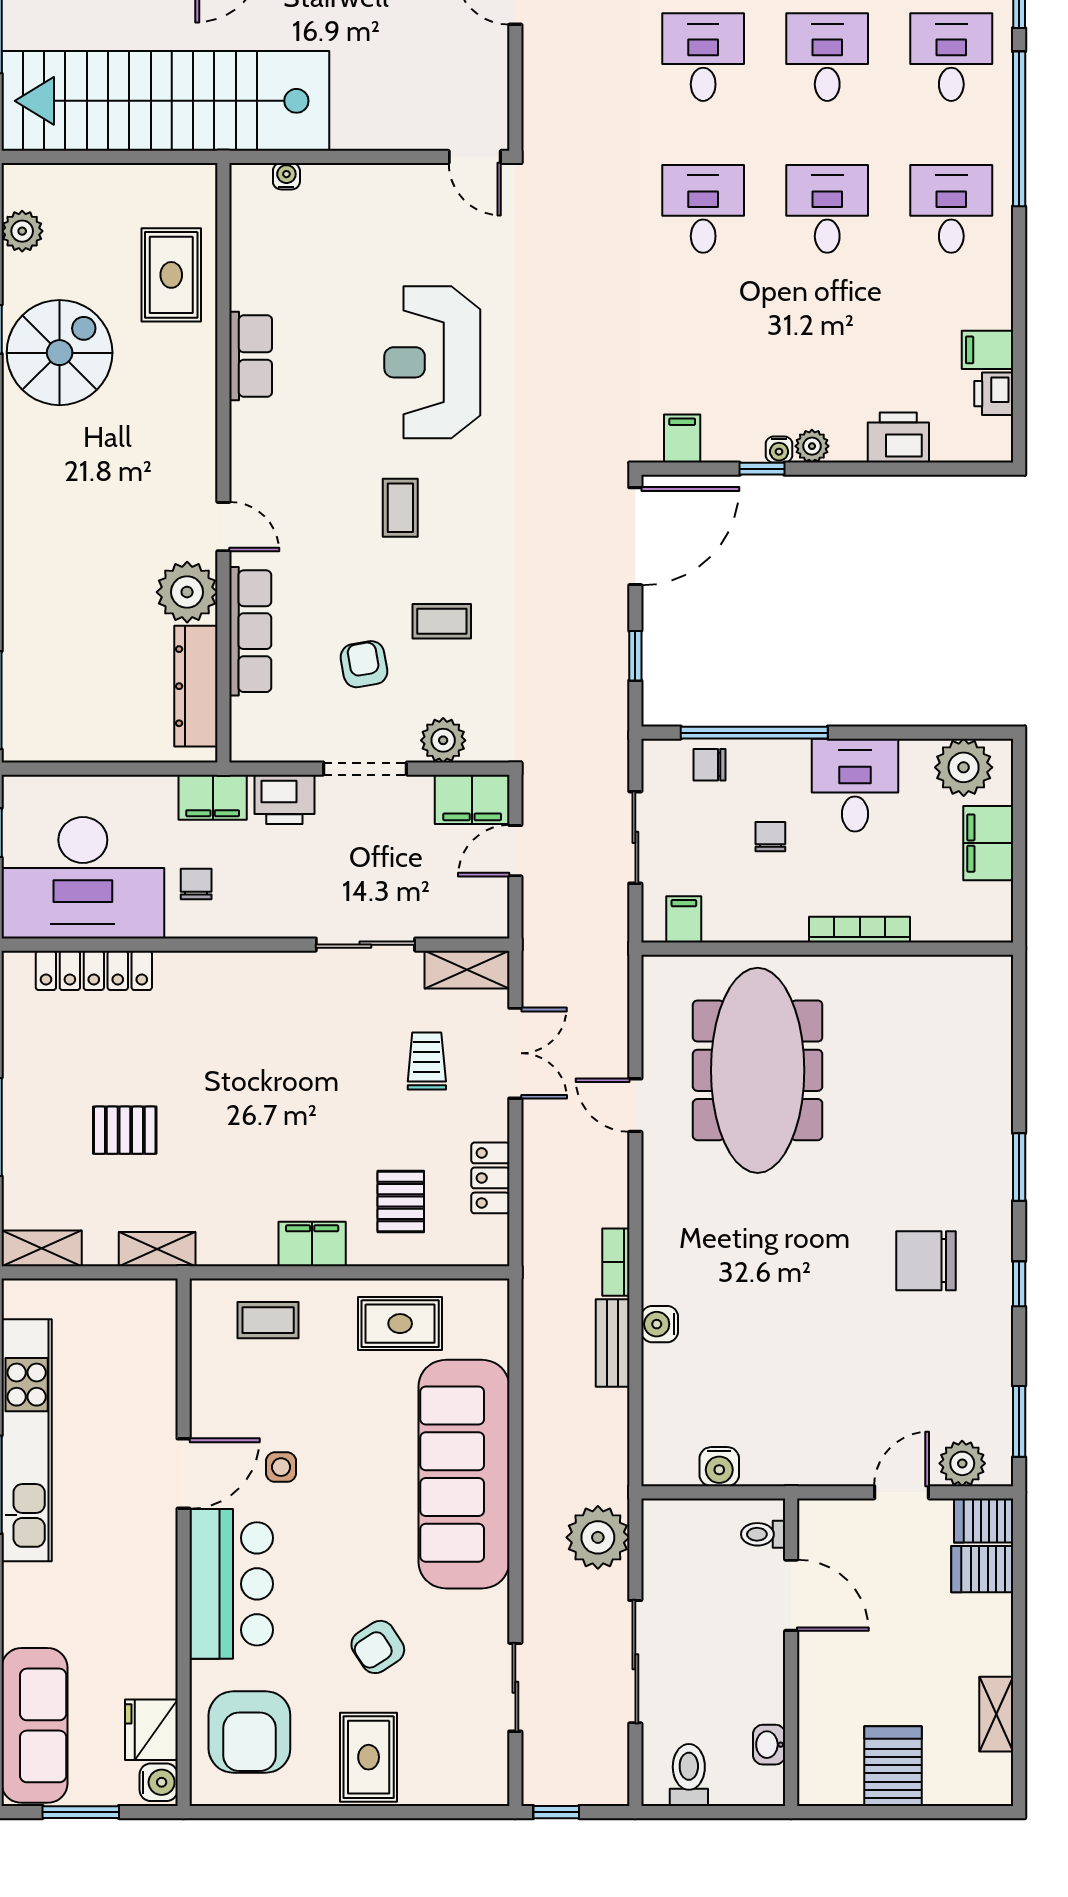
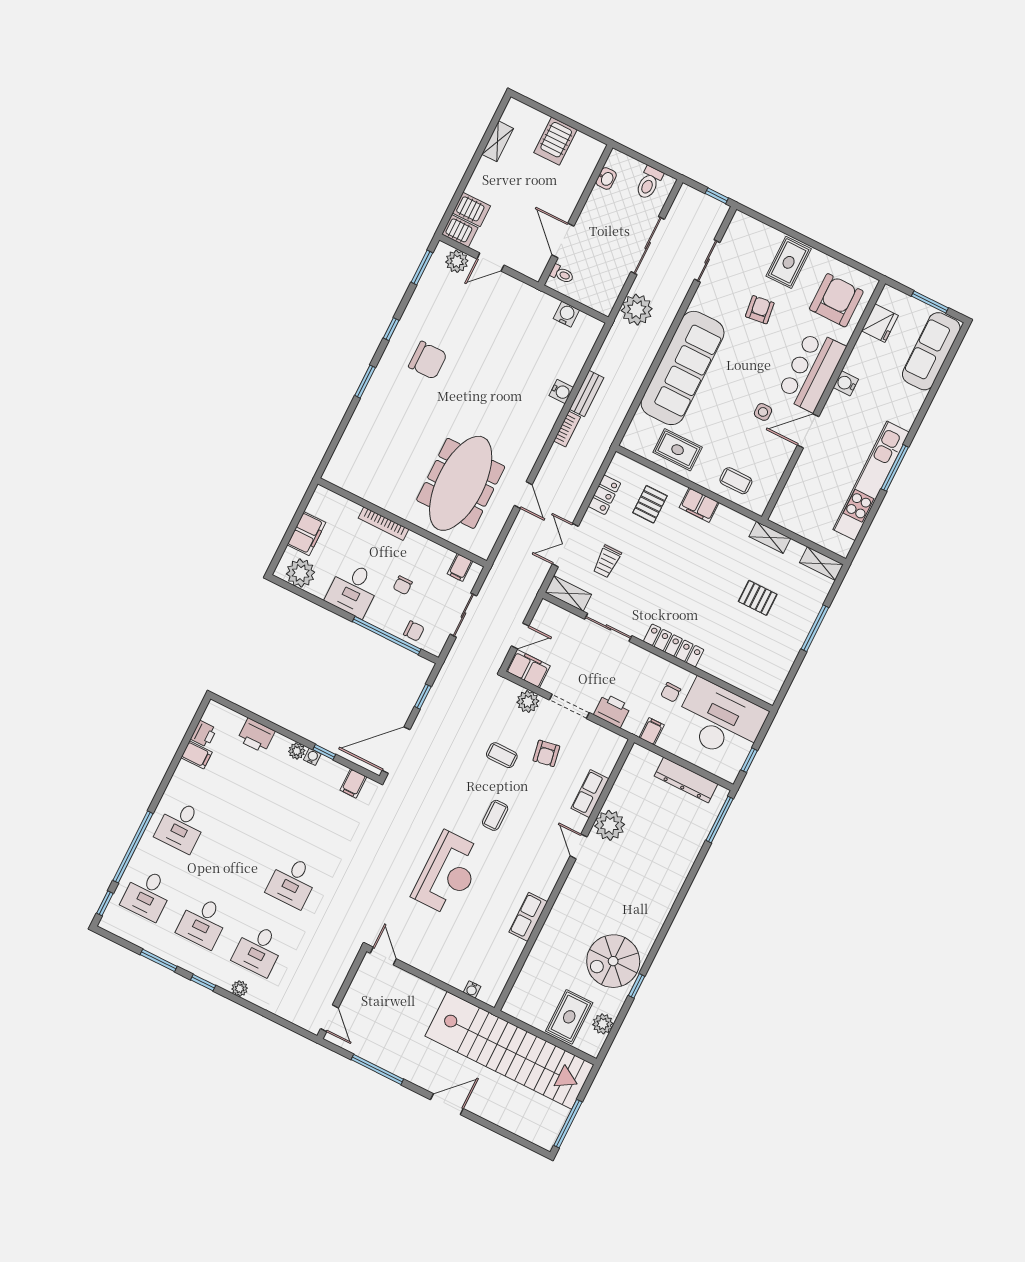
desk: (827, 209) -> (237, 854), removed
rug: (171, 275) -> (569, 1017), moved
row of seats: (250, 631) -> (590, 794), width x0.68
dresser: (196, 686) -> (686, 780), moved, turned 90
filing cabinet: (213, 797) -> (652, 731), width x0.50
locker: (94, 970) -> (674, 645), moved
armchair: (378, 1647) -> (760, 310), turned -64
water cooler: (159, 1782) -> (846, 383), moved

